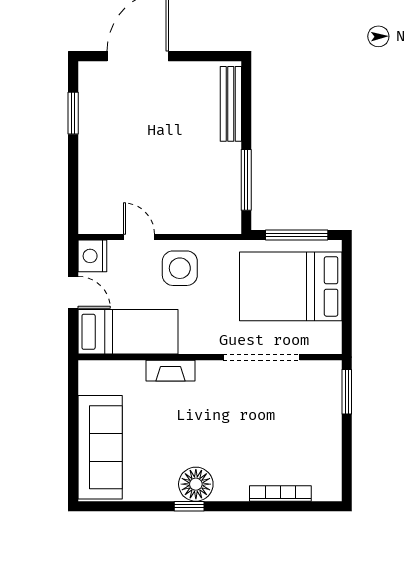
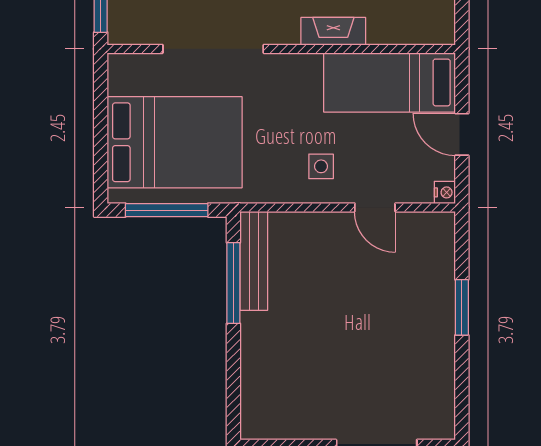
bench: (231, 104) -> (254, 261), moved
window: (73, 113) -> (462, 307), moved
nightstand: (92, 256) -> (445, 192), width x0.53, depth x0.56
side table: (180, 268) -> (321, 166), width x0.54, depth x0.54

